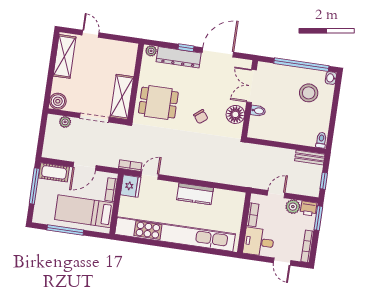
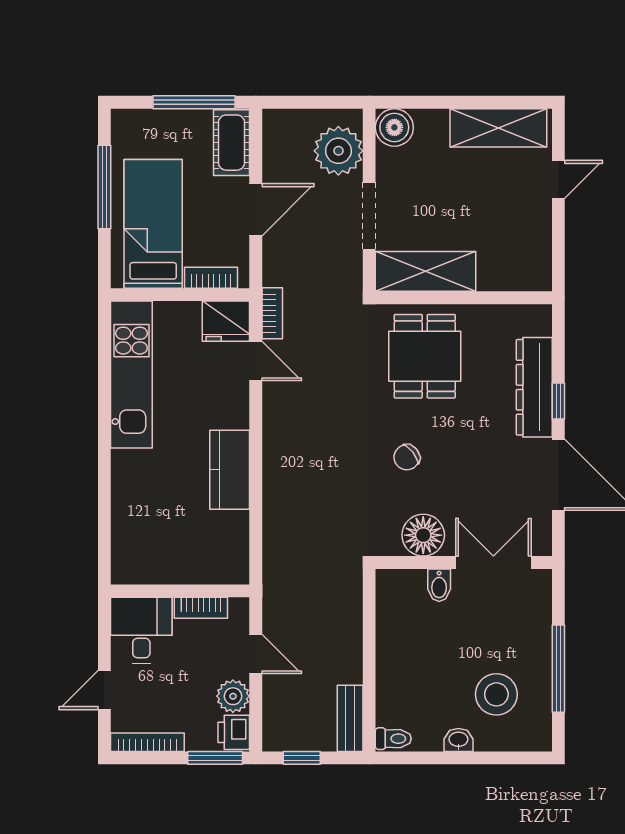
plant: (151, 51) -> (540, 323), removed
window: (301, 65) -> (558, 669), width x0.68
washbasin: (331, 78) -> (458, 740), moved
plant: (65, 122) -> (338, 151), width x1.88, depth x1.88
door: (85, 166) -> (256, 210), swing flipped
kitchen unit: (175, 234) -> (131, 374), width x0.54

